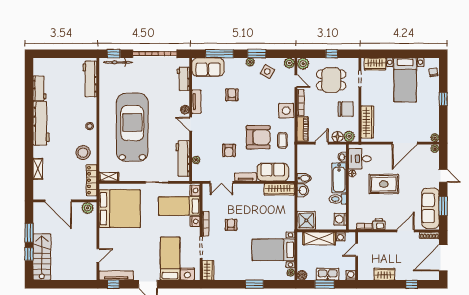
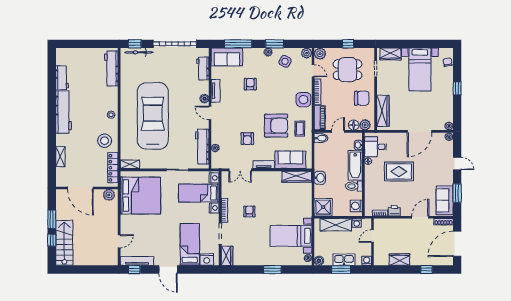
bidet: (304, 178) -> (321, 138), moved
sofa: (430, 208) -> (445, 200), width x0.73

